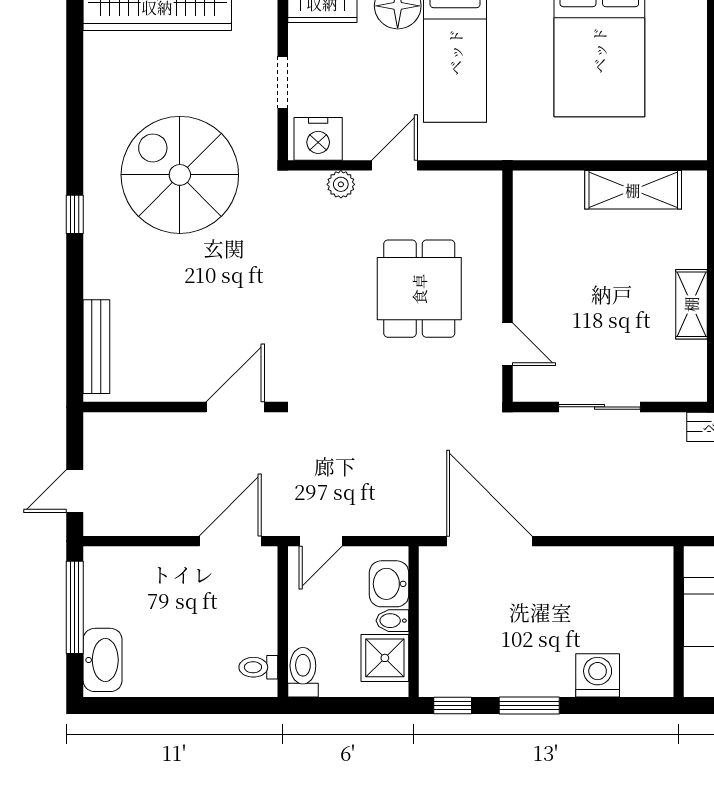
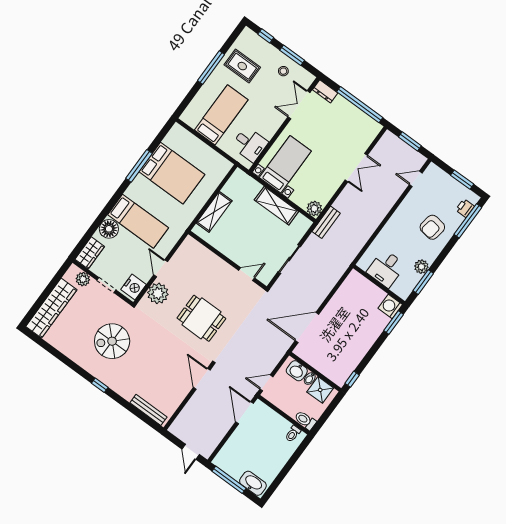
plant: (260, 27) -> (83, 279), added
spiral stairs: (180, 175) -> (112, 341), width x0.73, depth x0.73
plant: (341, 184) -> (158, 293), width x1.87, depth x1.87
shelving: (633, 190) -> (214, 212), moved
dining table: (419, 289) -> (201, 318), moved
shelving: (691, 304) -> (276, 206), width x1.50, depth x1.33
door: (321, 541) -> (266, 383), swing flipped
washing machine: (598, 675) -> (390, 306), moved
window: (529, 706) -> (394, 323), moved

